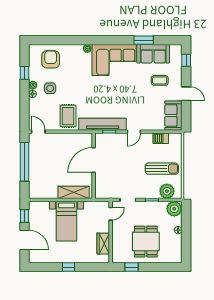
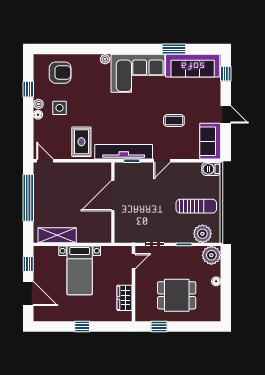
sofa: (153, 54) -> (193, 66), width x1.36
armchair: (51, 59) -> (60, 73), turned 90
coffee table: (160, 80) -> (174, 120), moved
barbecue: (161, 138) -> (211, 169), moved
shelving: (74, 192) -> (57, 235), moved
dining table: (146, 242) -> (177, 295), turned 90

